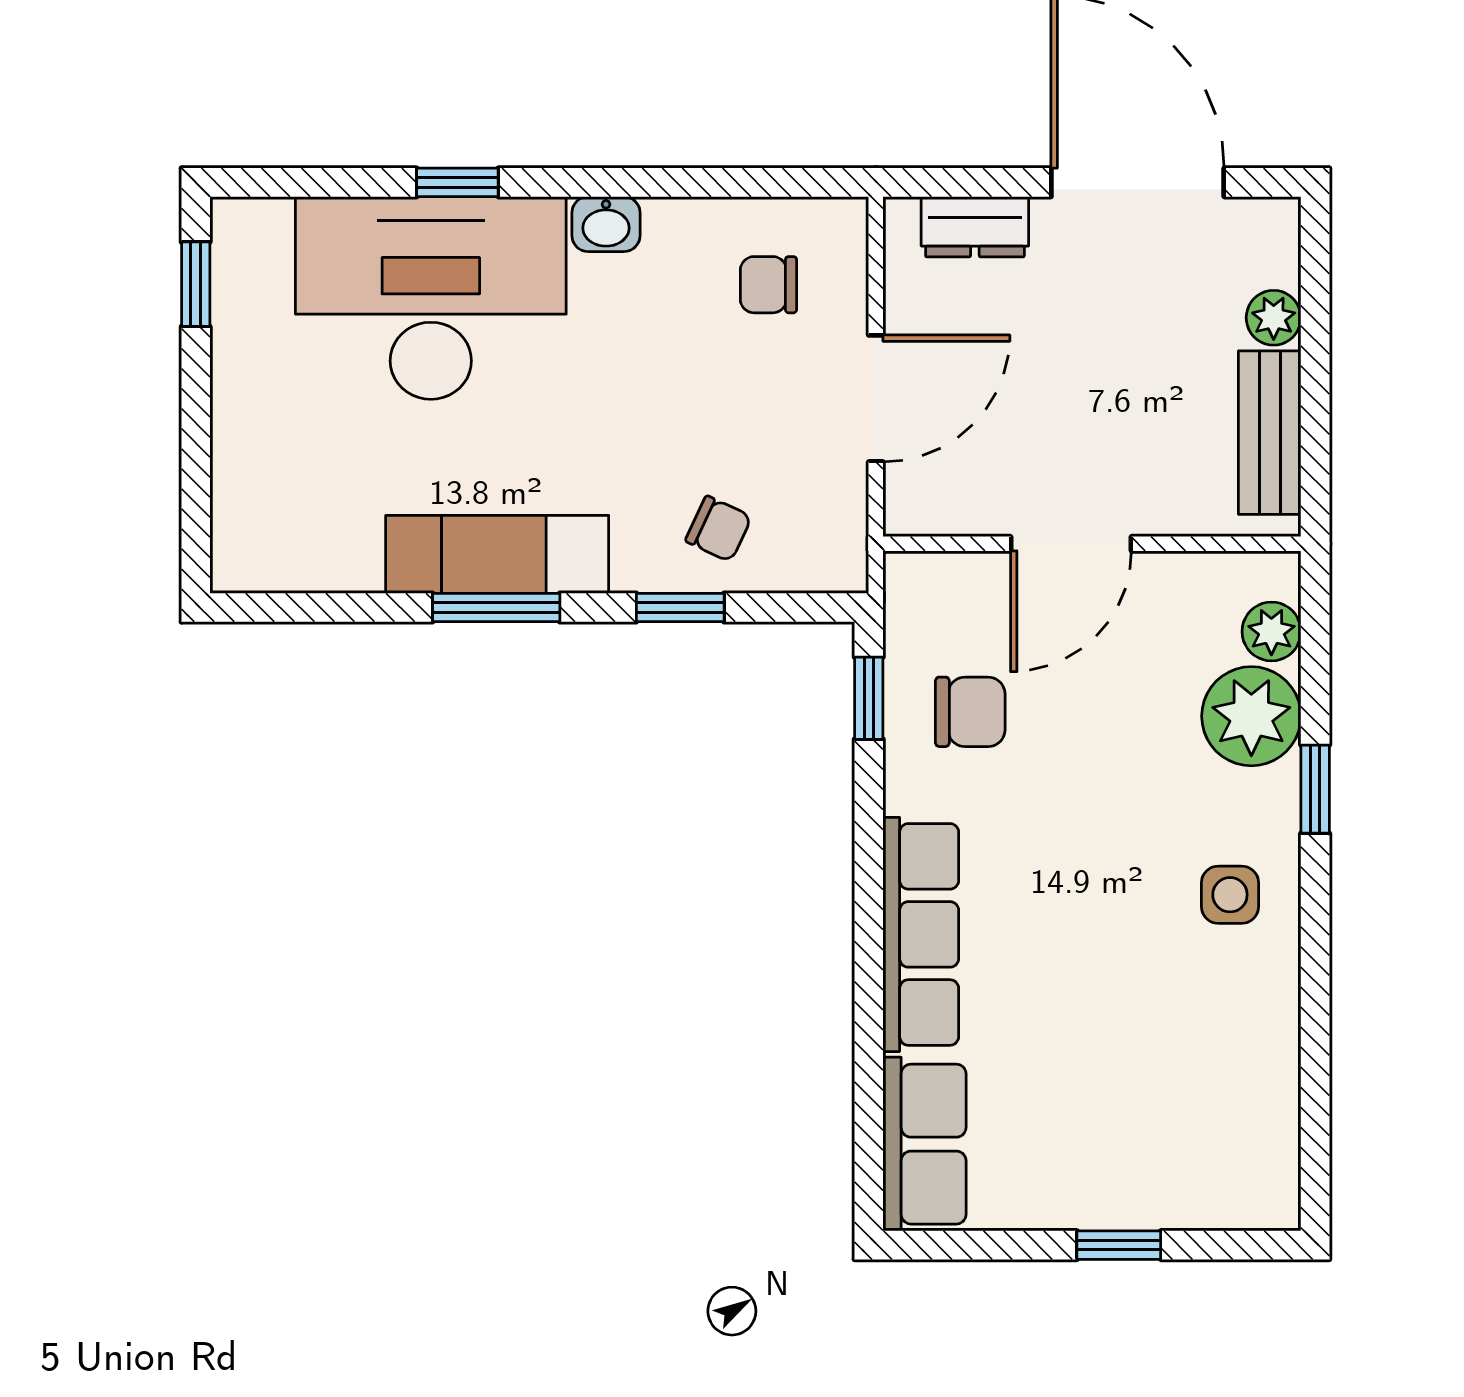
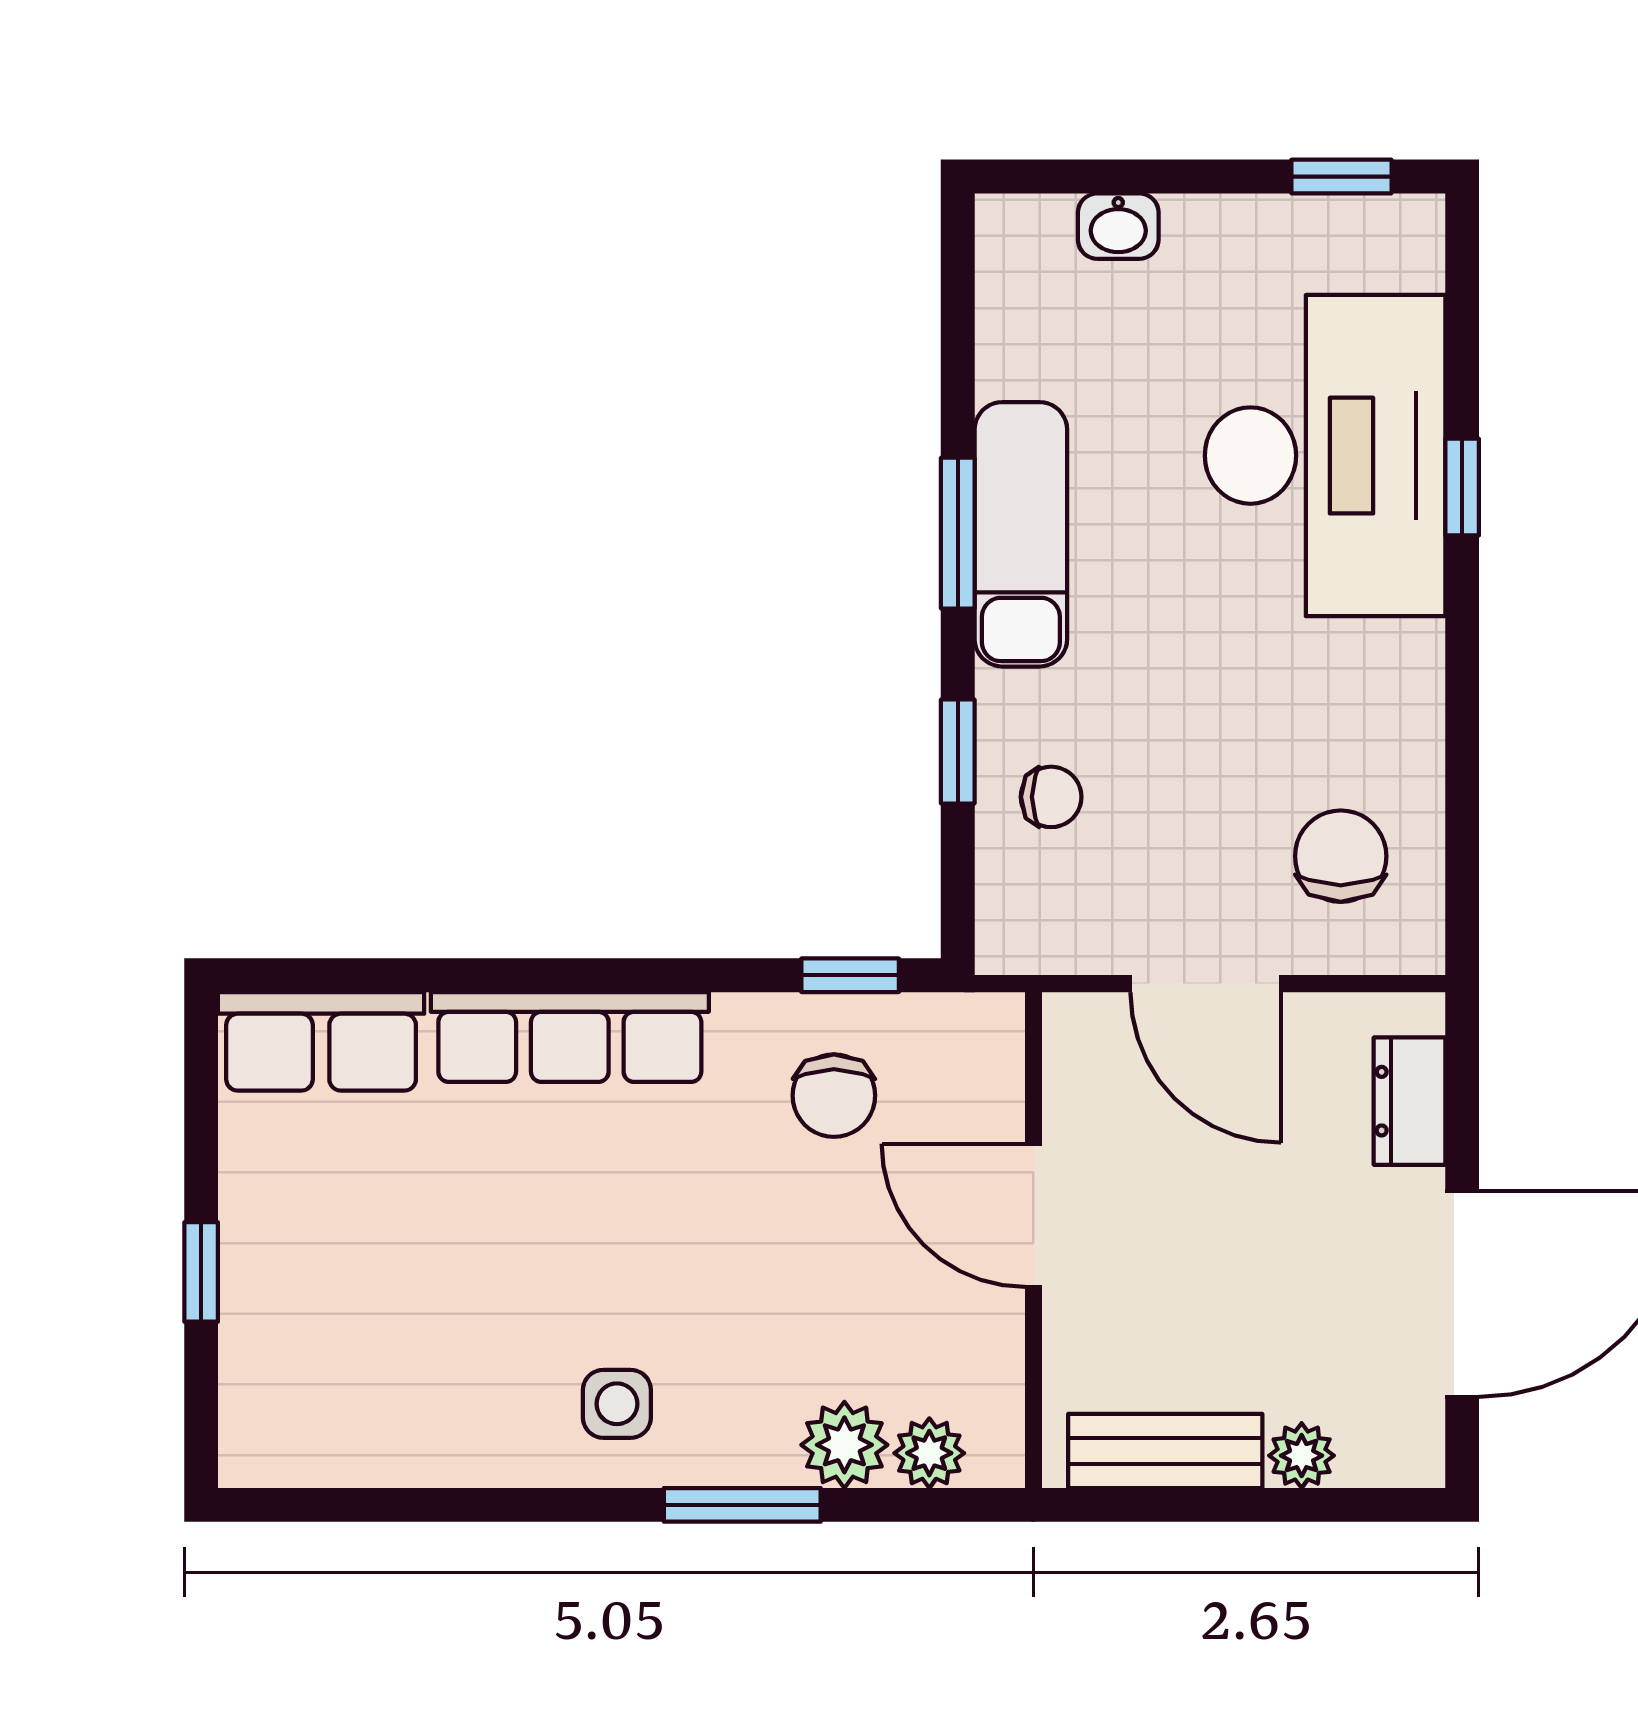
washbasin: (606, 224) -> (1118, 226), moved, turned -90
chair: (768, 285) -> (1341, 856), width x1.37, depth x1.37
chair: (719, 529) -> (1051, 797), turned -115
plant: (1251, 716) -> (844, 1445), width x0.73, depth x0.73
window: (1315, 789) -> (742, 1505), width x1.50

